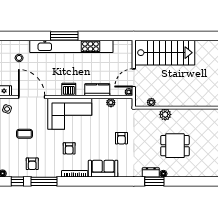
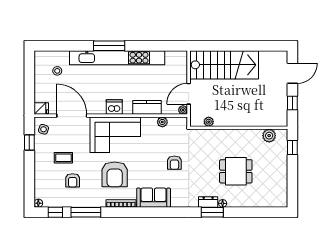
plant: (165, 114) -> (269, 136), moved
armchair: (69, 148) -> (115, 174), width x1.88, depth x1.88
armchair: (32, 164) -> (73, 180), moved

